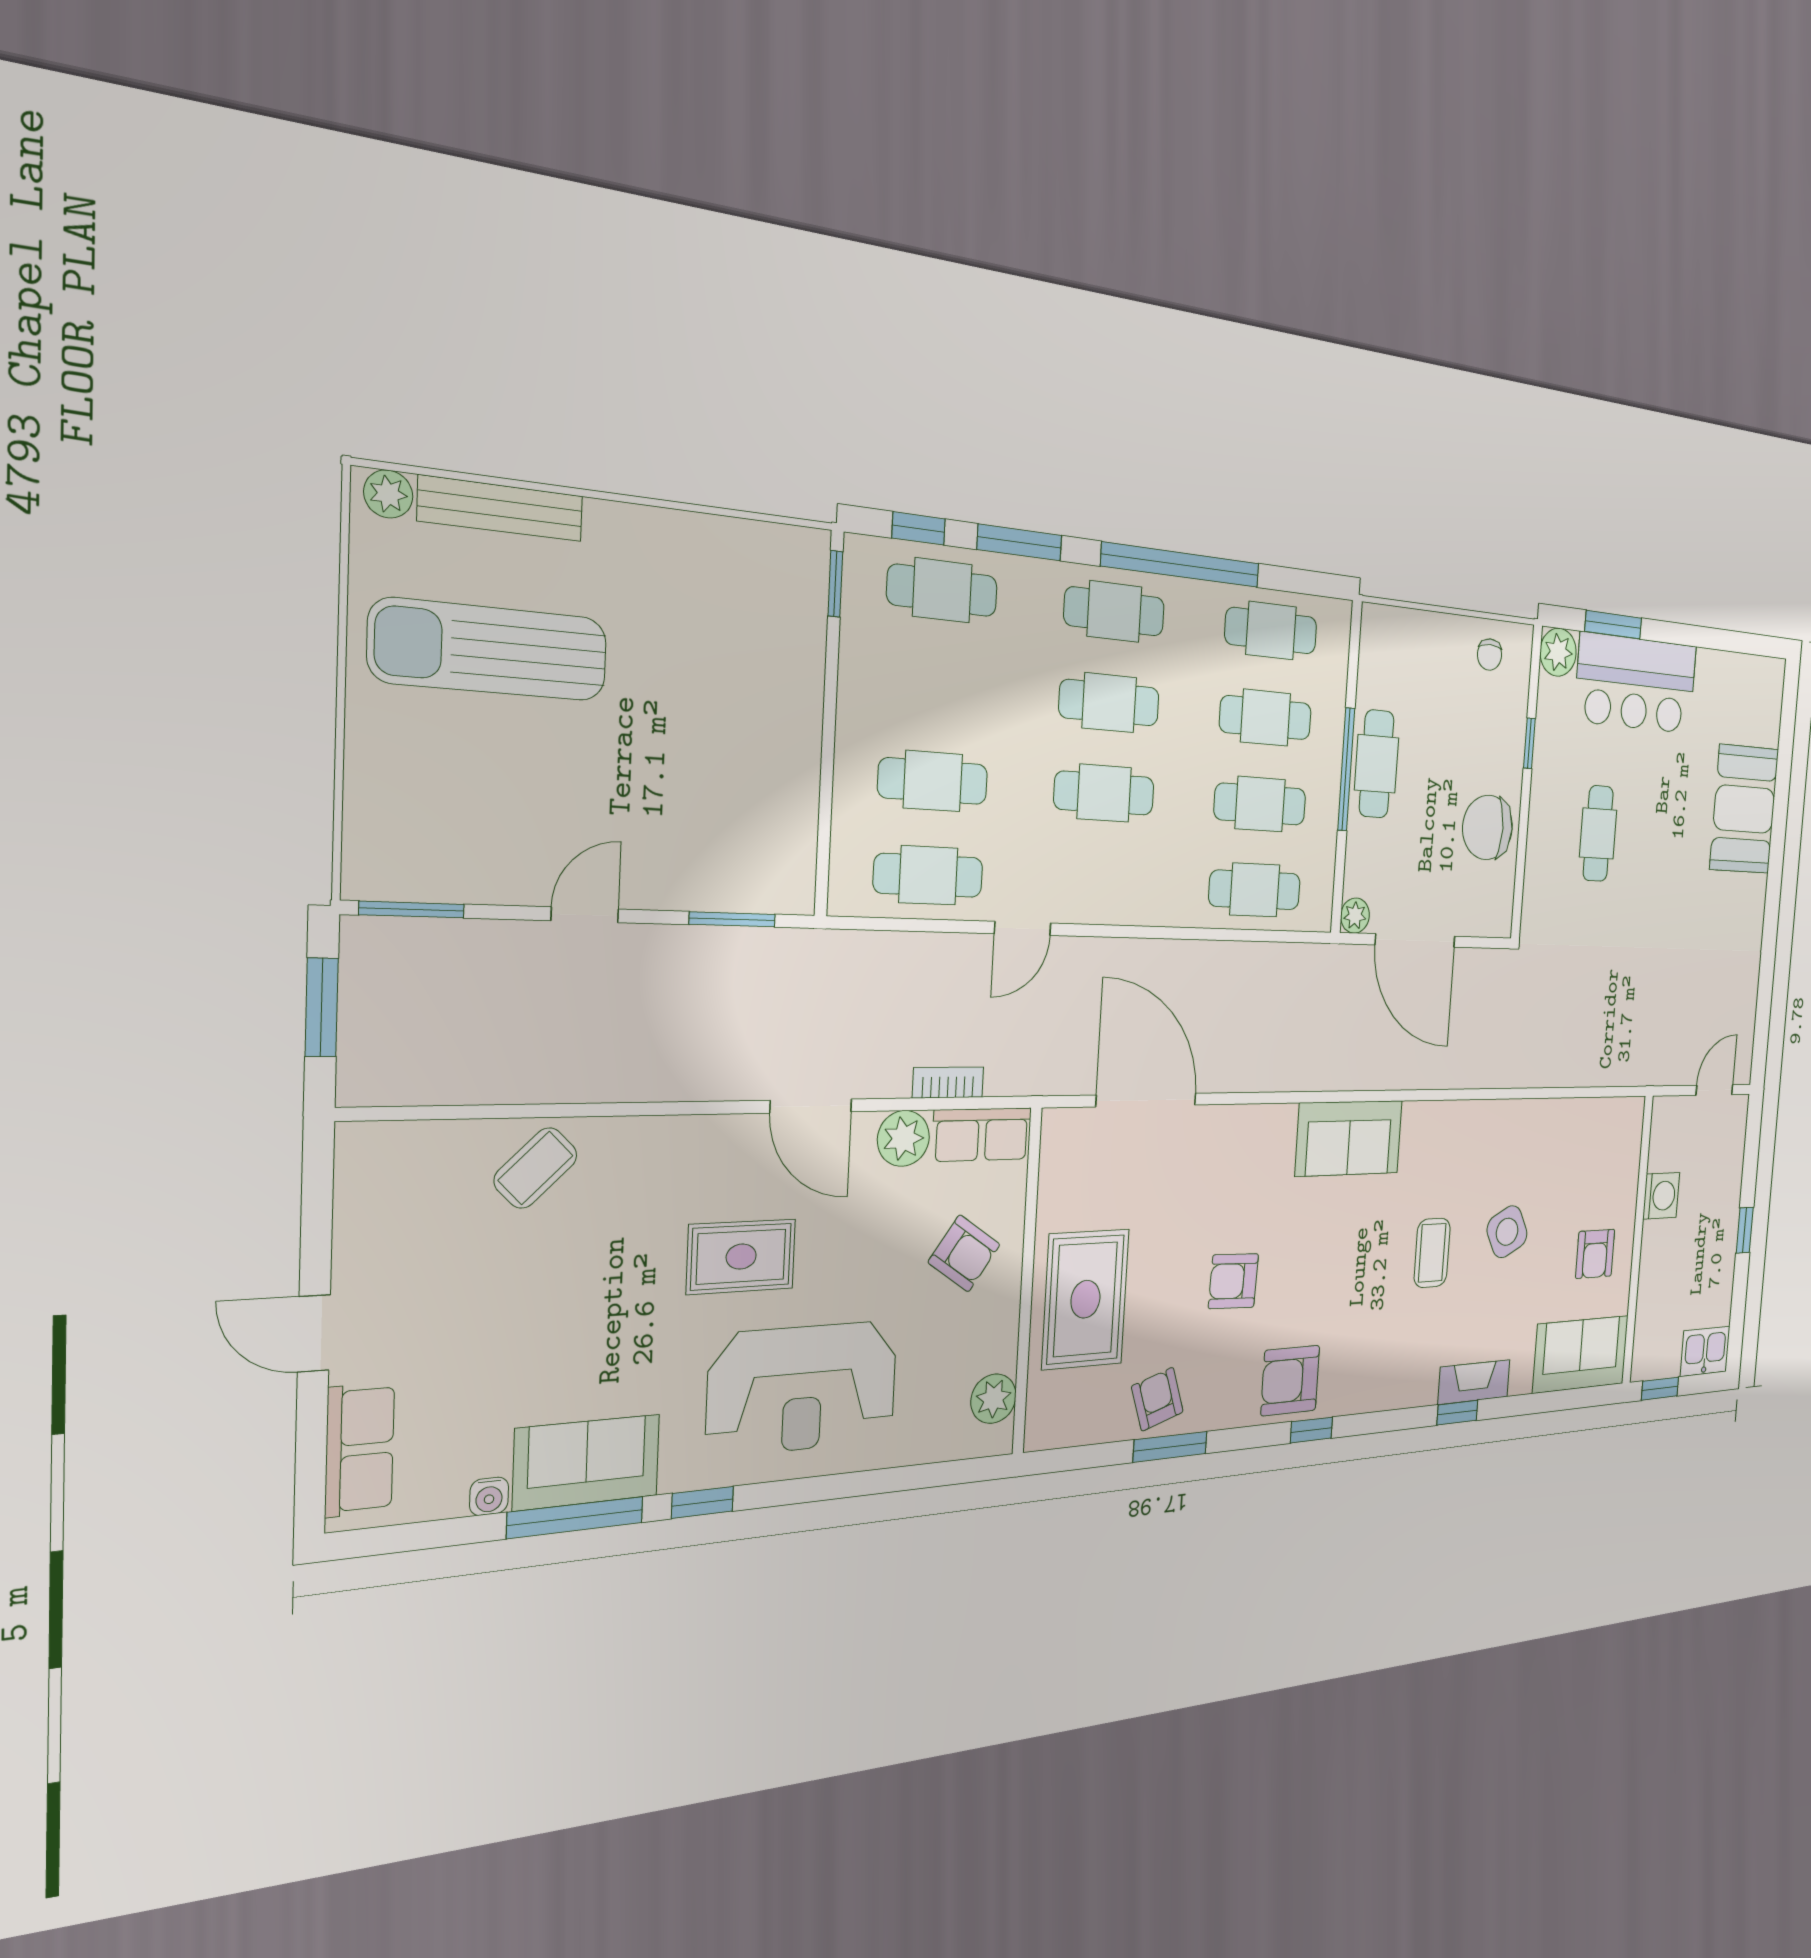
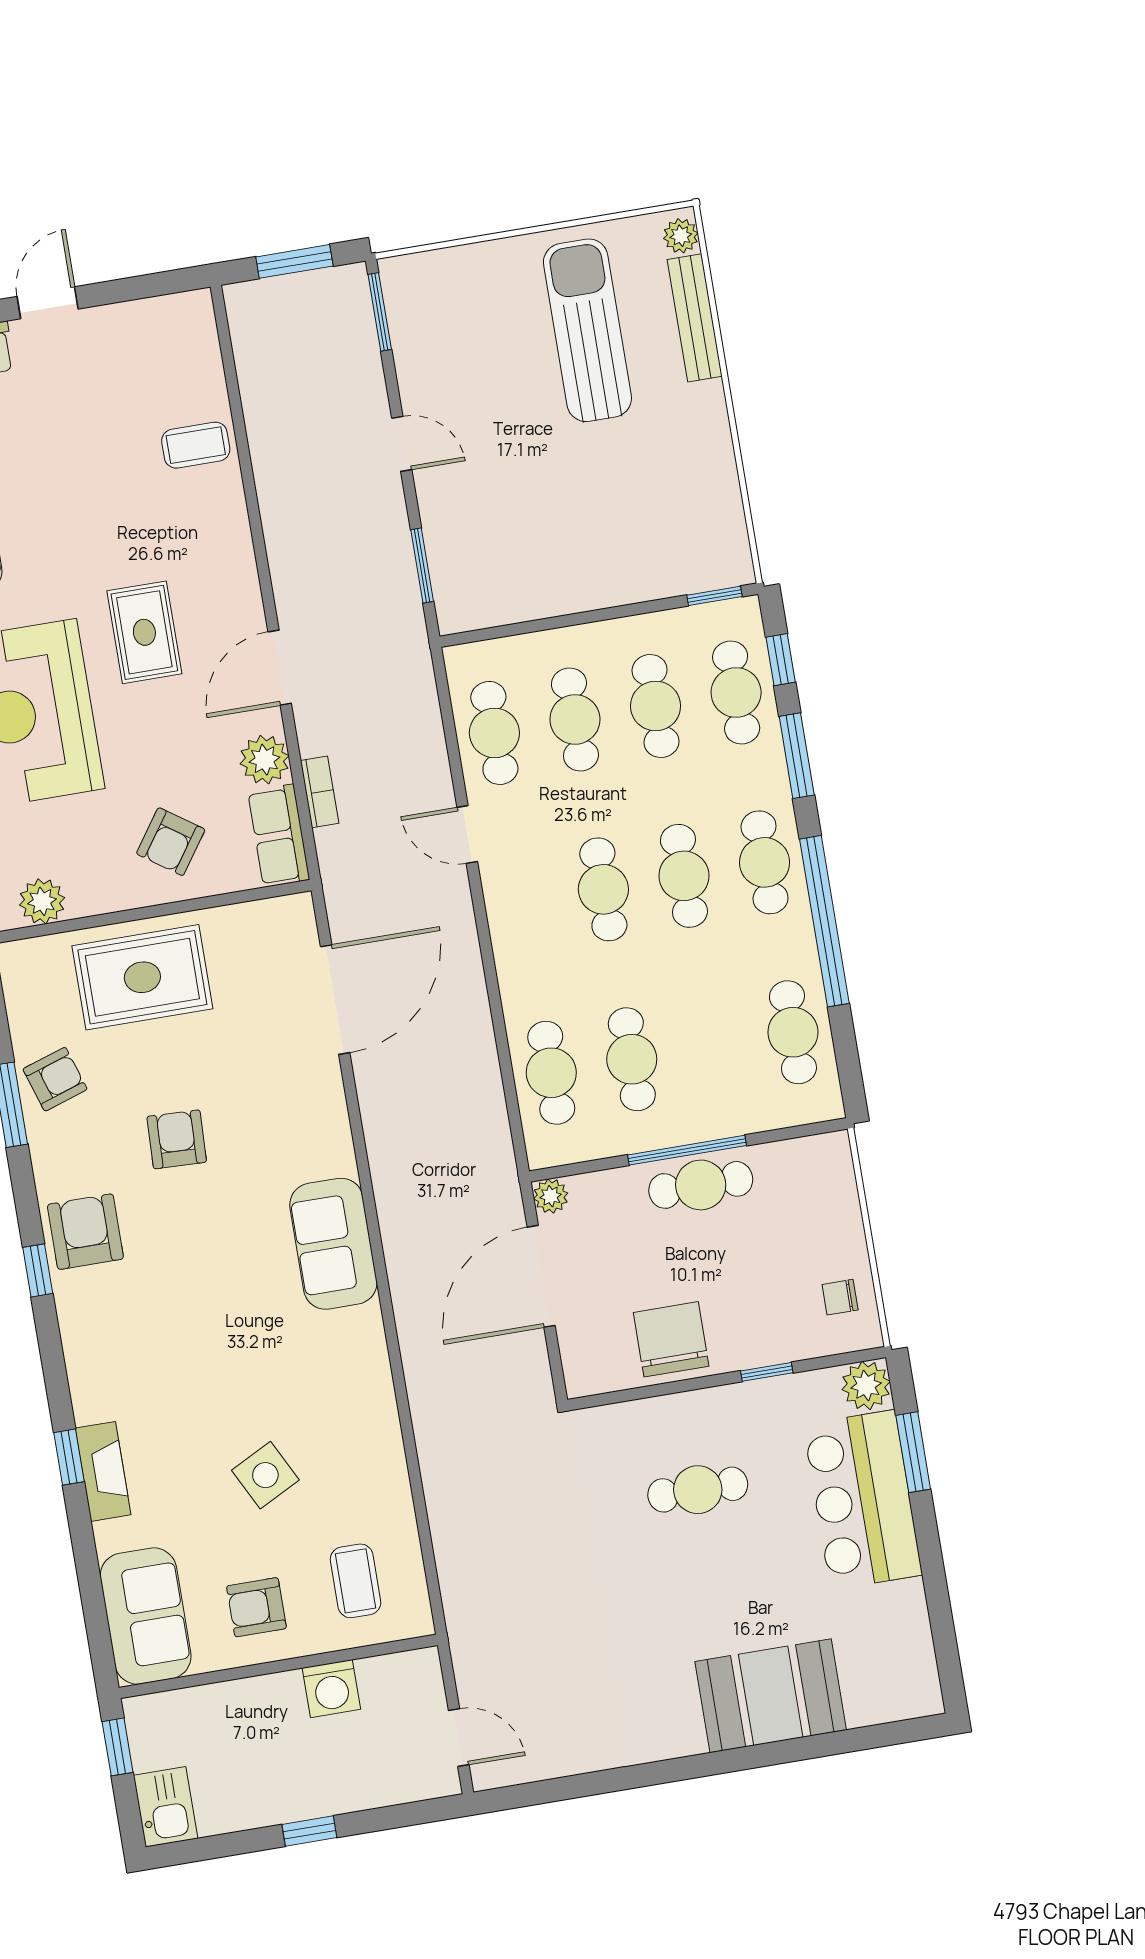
cafe table: (1266, 718) -> (656, 706), moved
coffee table: (536, 1168) -> (196, 445), turned -46
coffee table: (1432, 1253) -> (356, 1581), moved, turned 90

